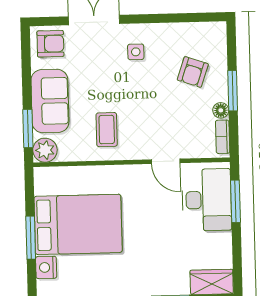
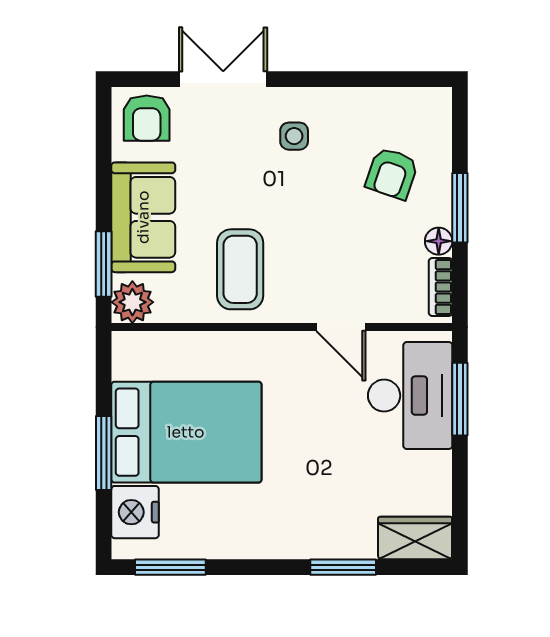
armchair: (50, 44) -> (147, 118), turned 90
coffee table: (107, 130) -> (240, 269), width x1.36, depth x1.30
nightstand: (46, 267) -> (135, 512), width x1.36, depth x1.33

